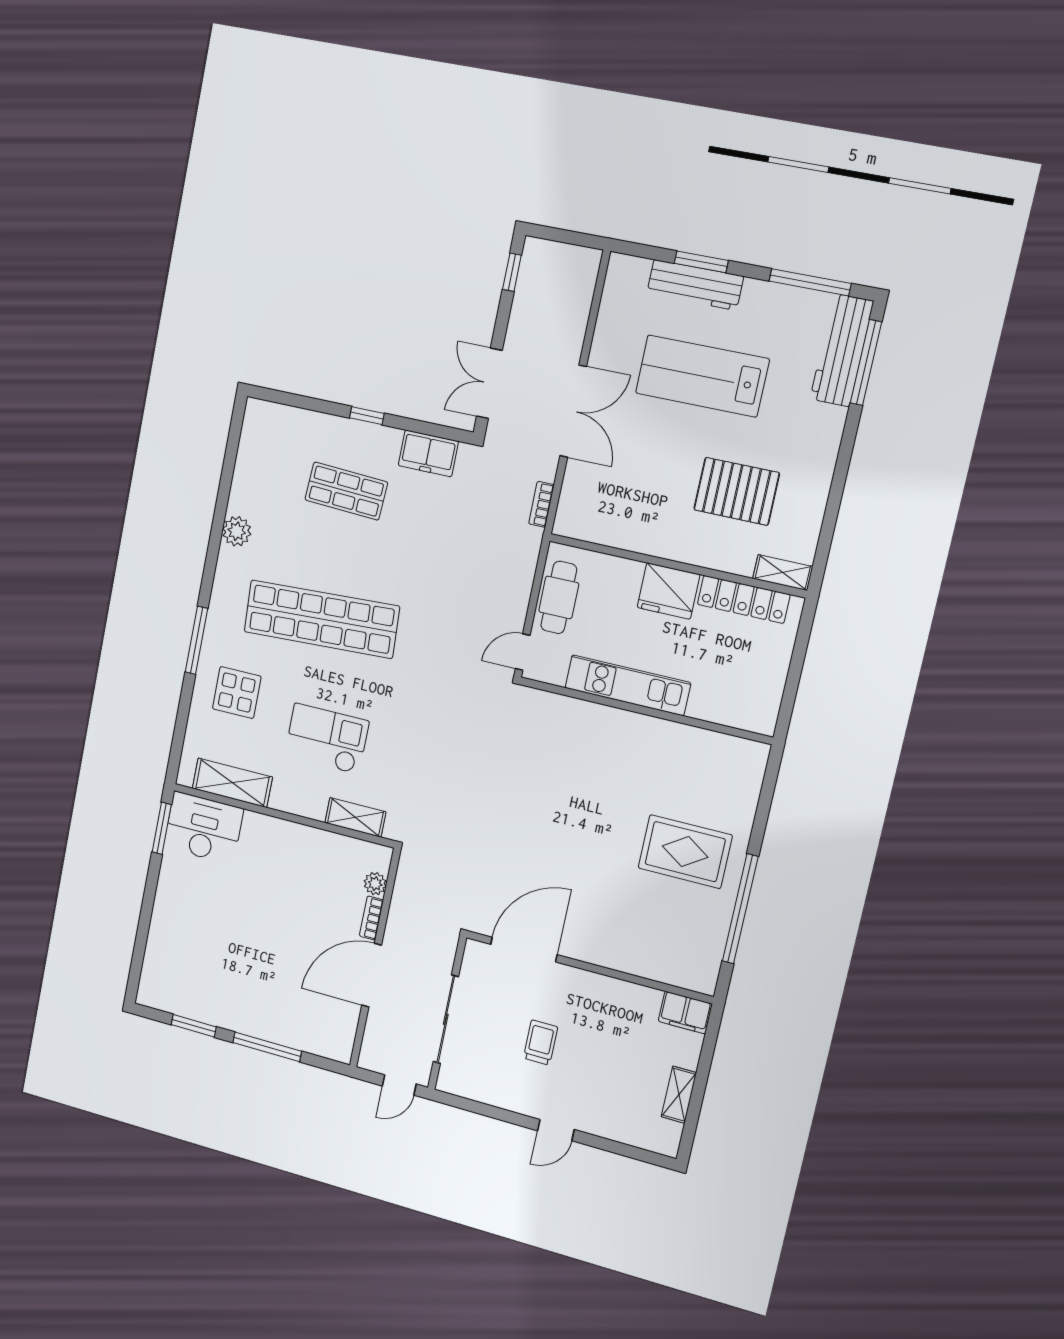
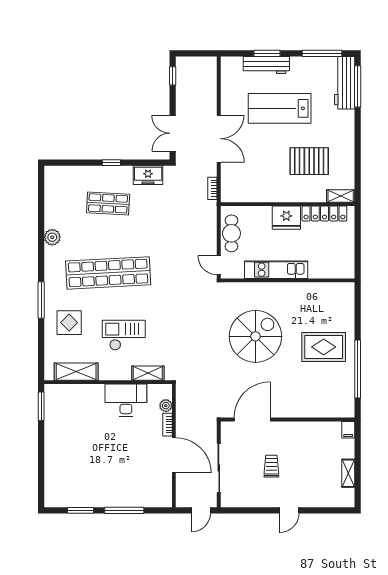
door: (523, 652) -> (219, 265), hinge flipped
spiral stairs: (562, 800) -> (255, 336), added
desk: (203, 828) -> (126, 400), moved
door: (372, 975) -> (174, 455), swing flipped
filing cabinet: (685, 1013) -> (348, 430), width x0.50

